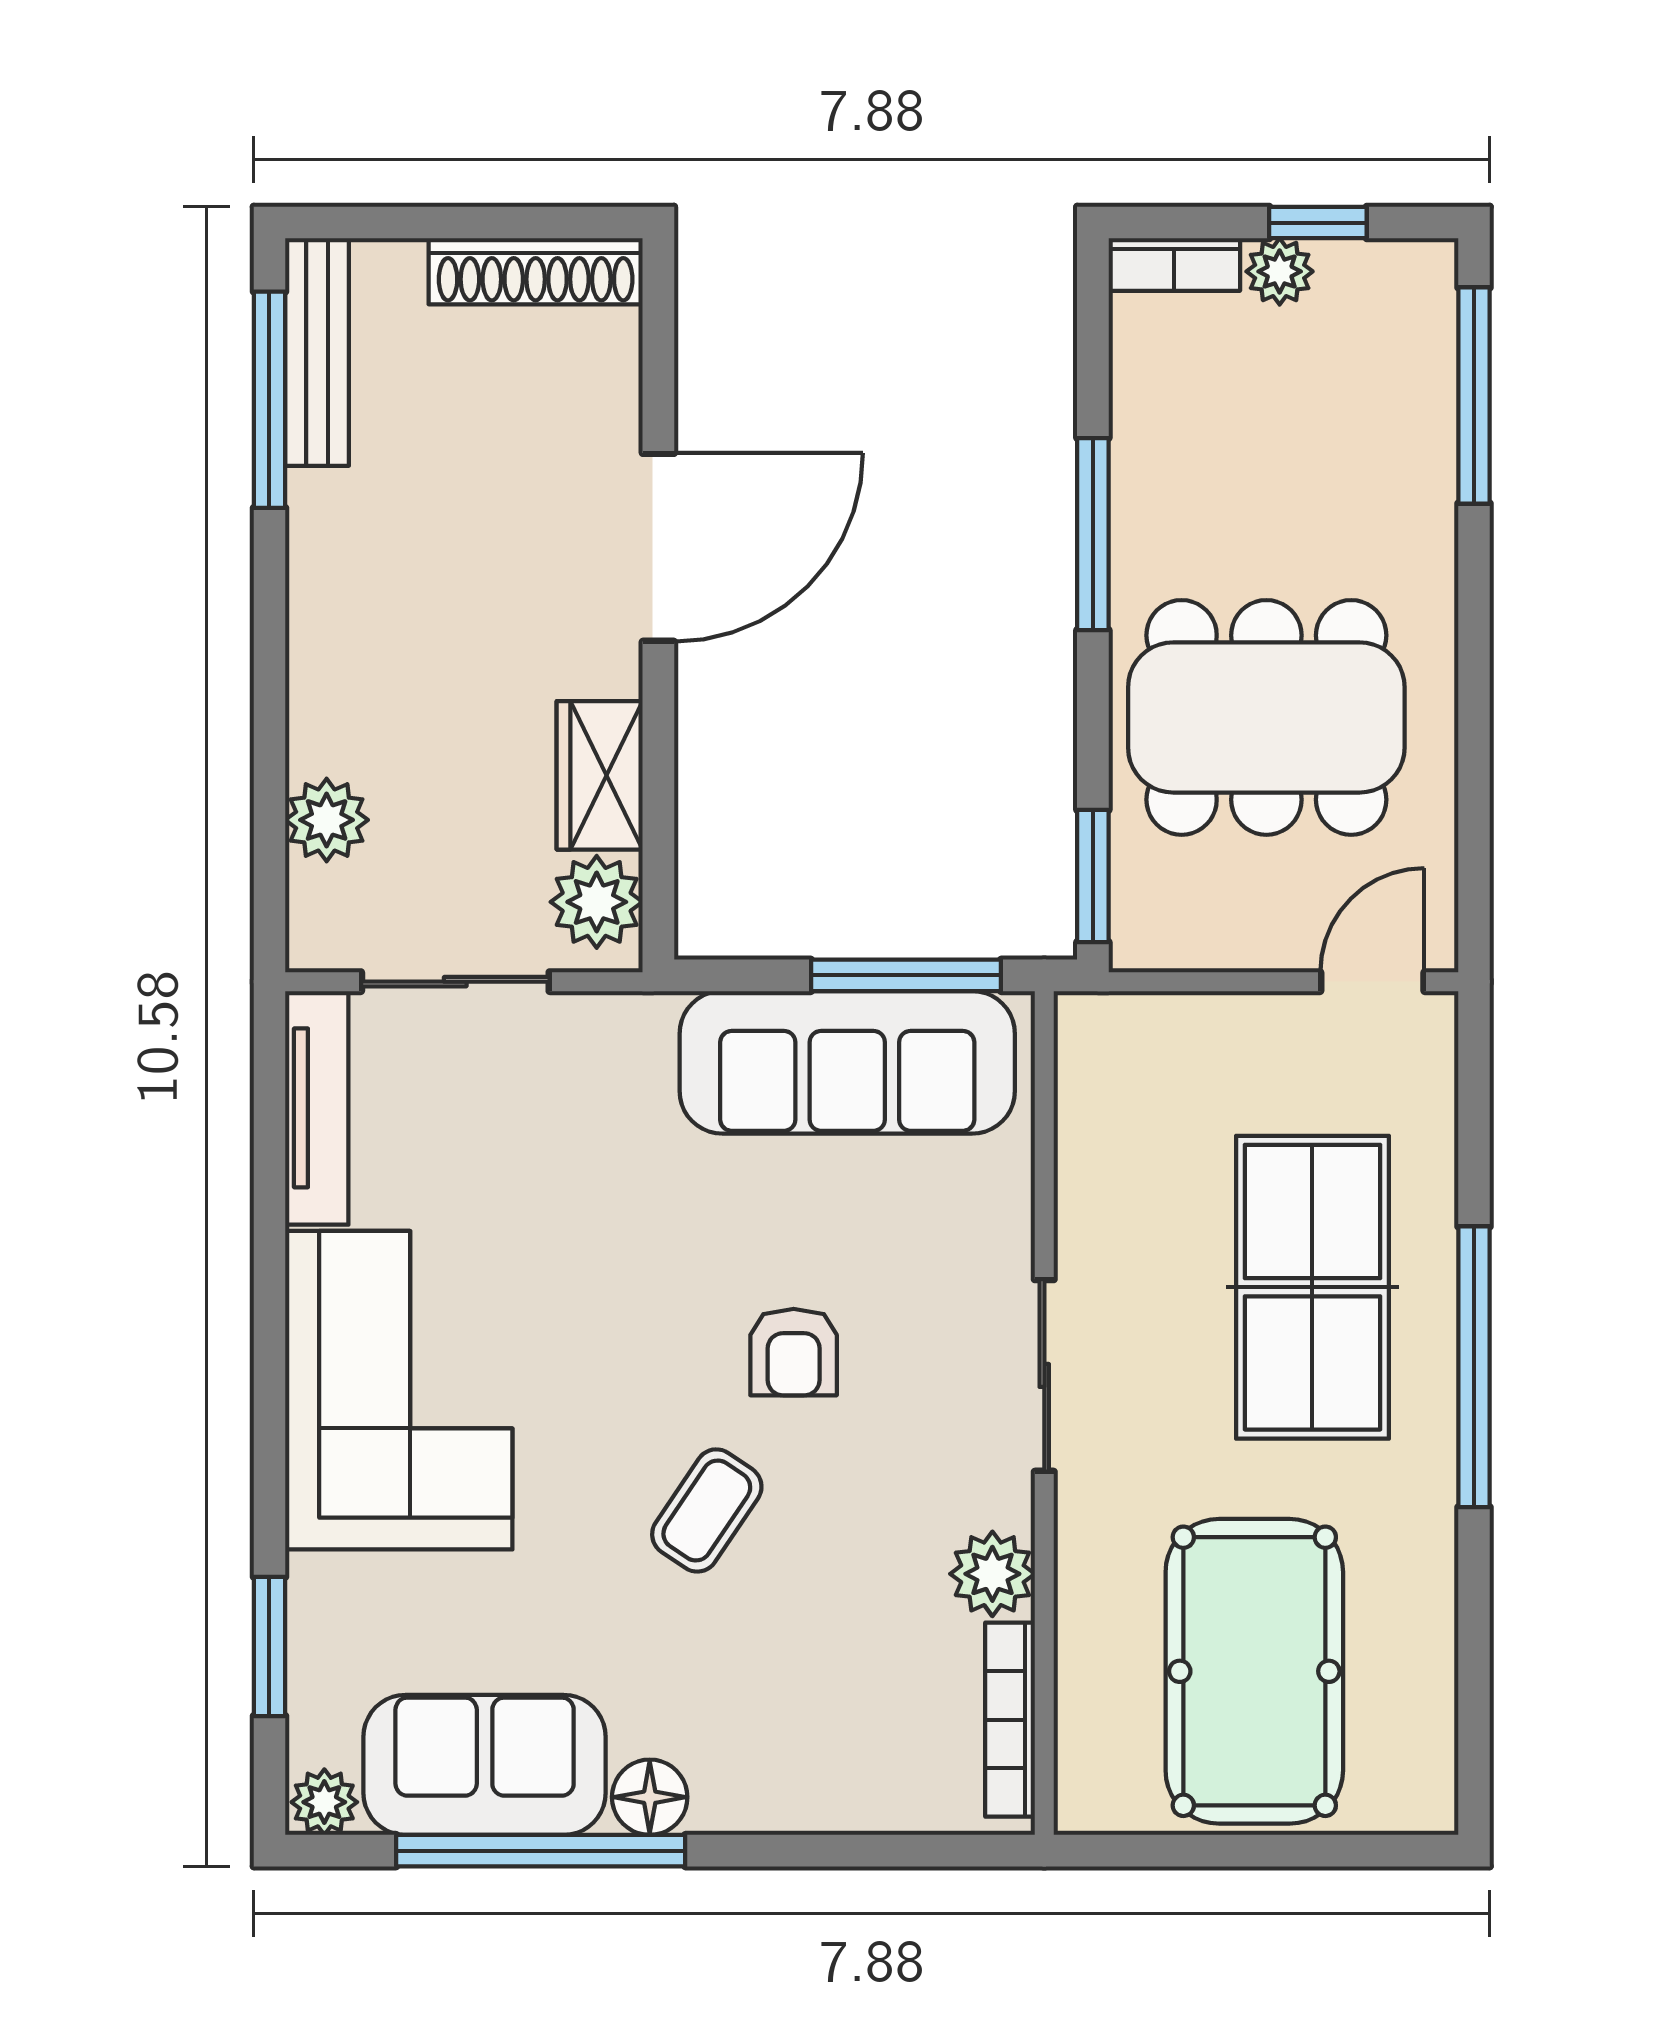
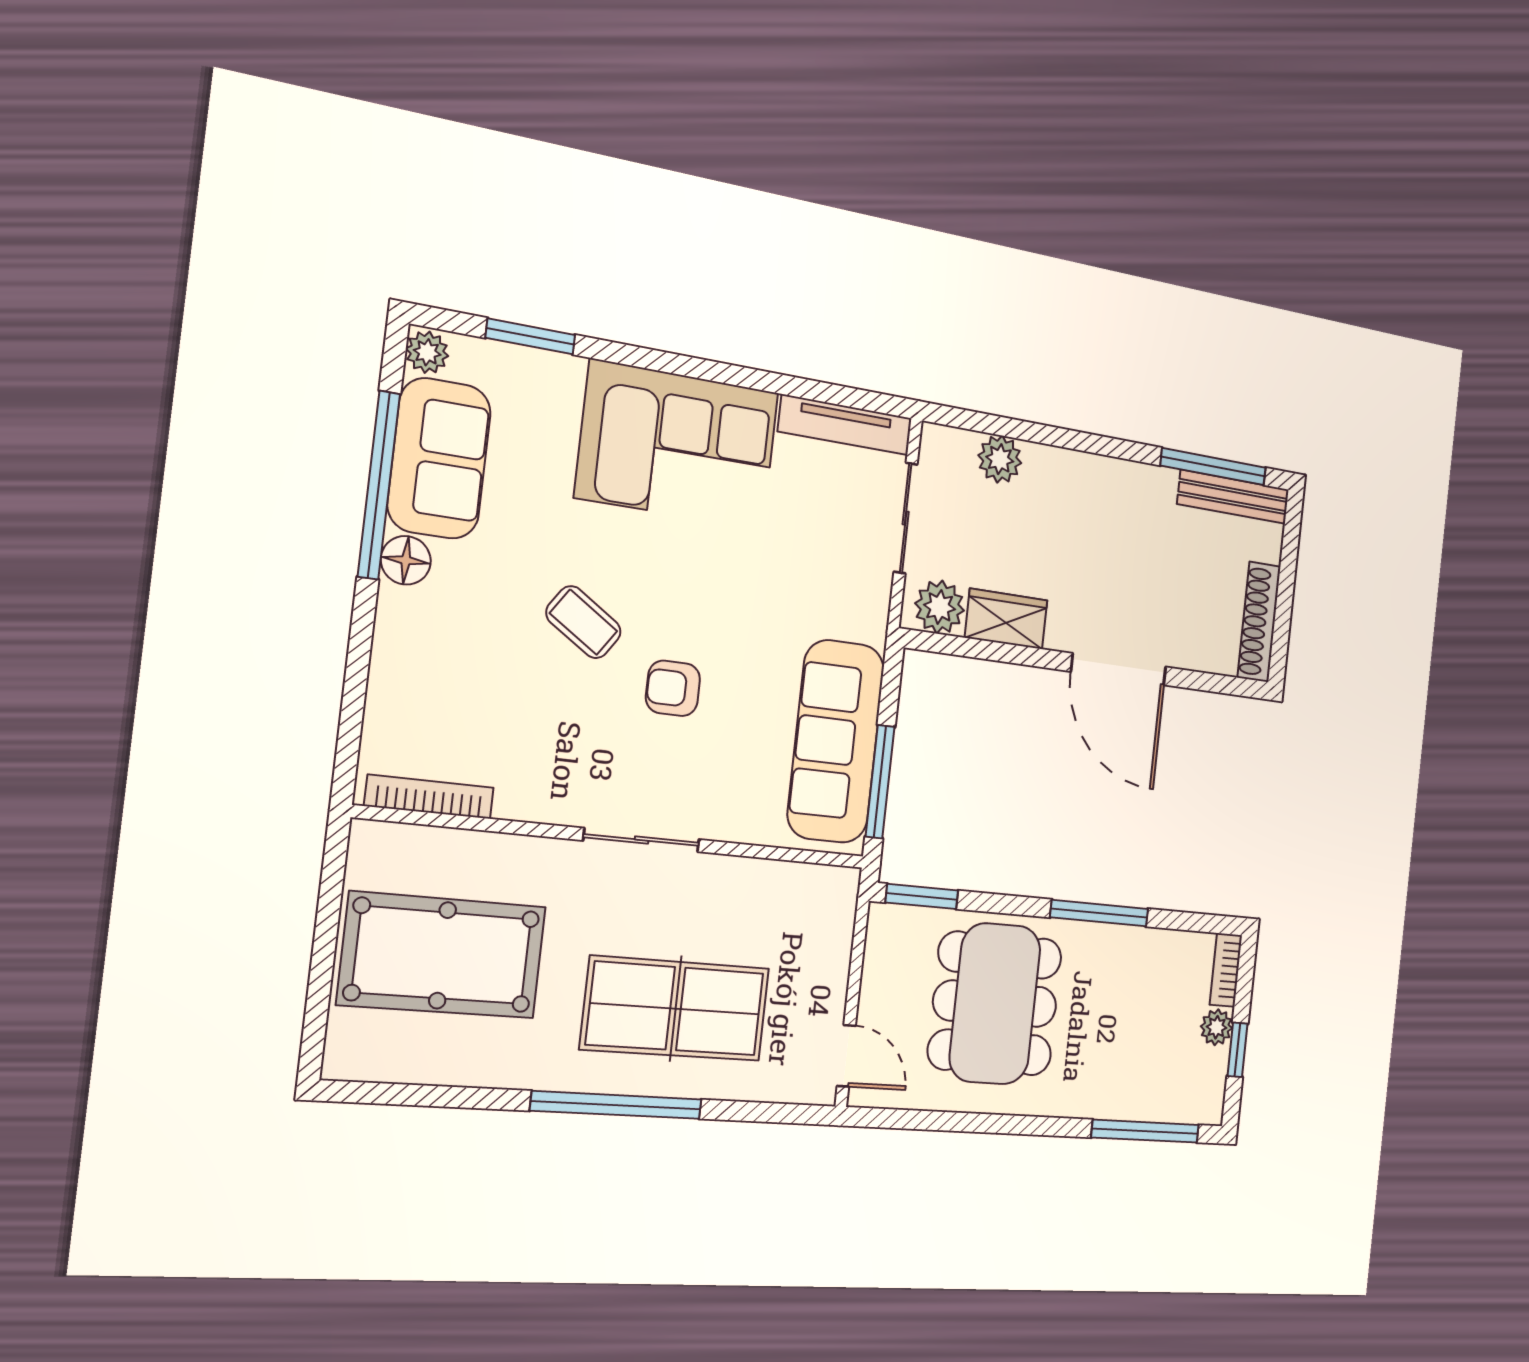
plant: (992, 1574) -> (524, 795), removed

